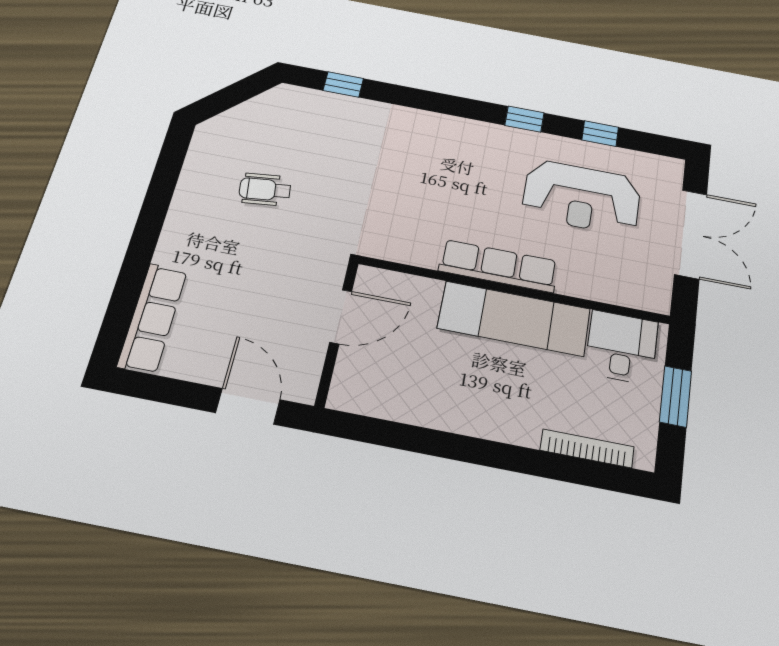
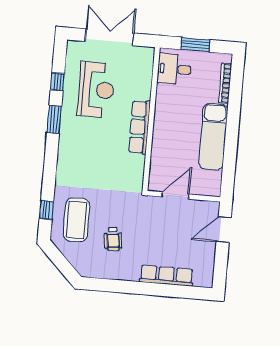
window: (524, 119) -> (54, 120), width x1.50
coffee table: (316, 131) -> (77, 220), added
door: (341, 317) -> (175, 196), hinge flipped
row of seats: (153, 318) -> (166, 276), moved
exam couch: (514, 319) -> (213, 137), moved, turned 180

